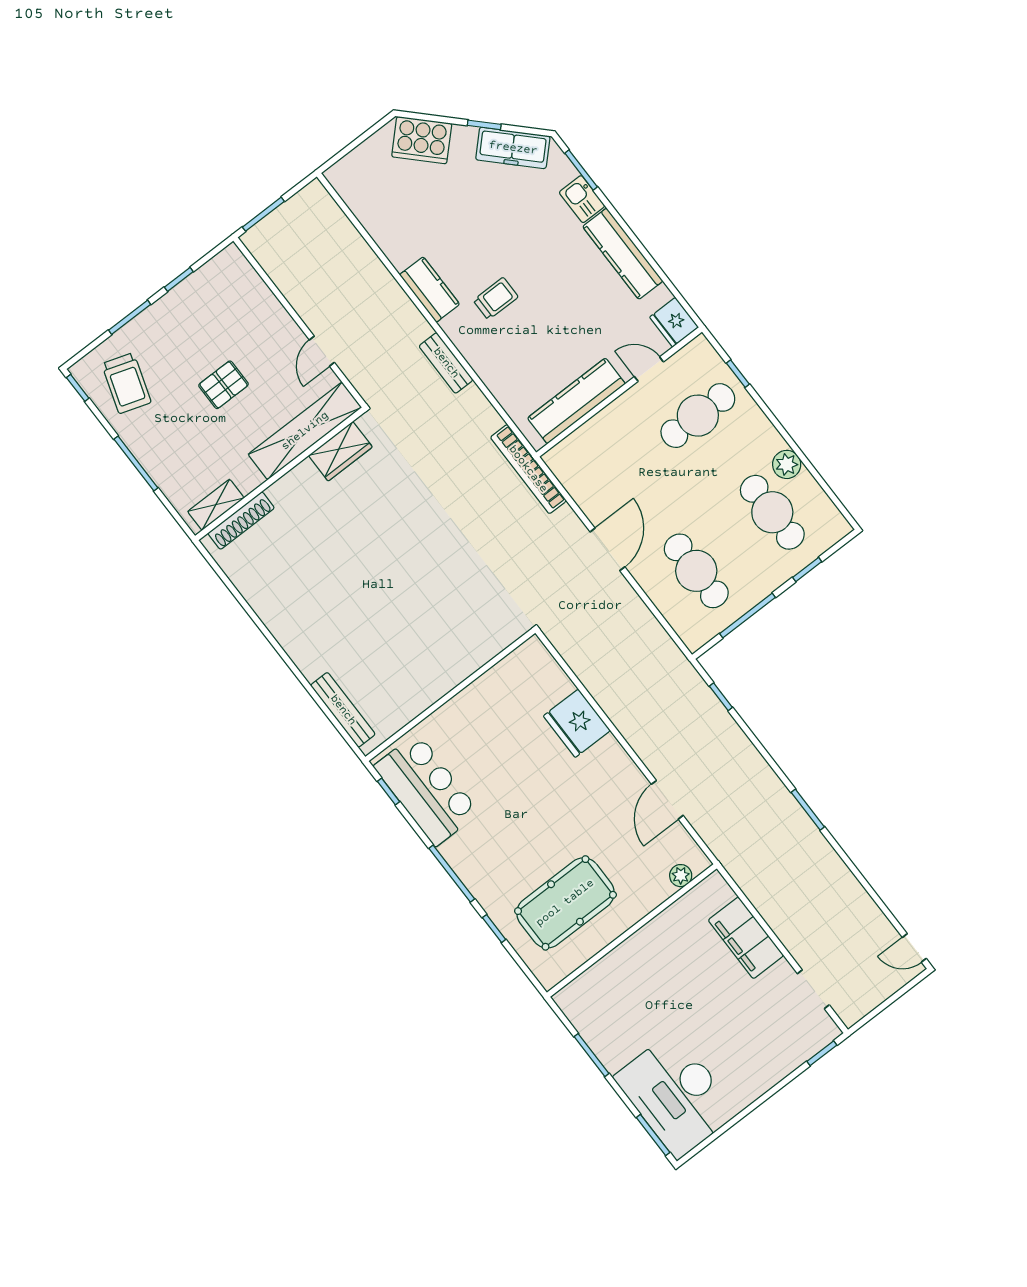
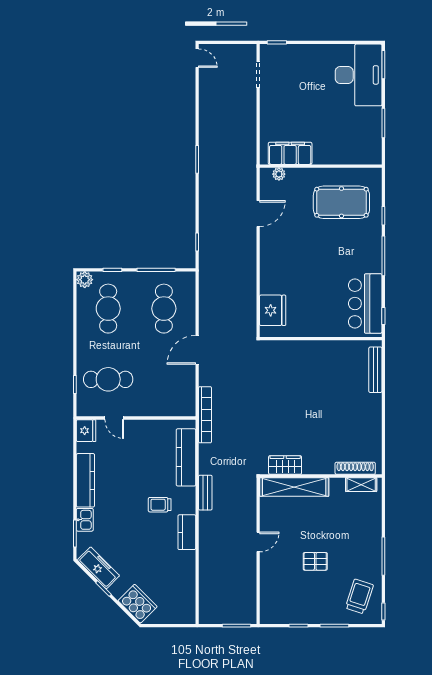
kitchen counter: (576, 401) -> (186, 457), moved, turned 90
shelving: (305, 431) -> (294, 487), moved
wardrobe: (340, 451) -> (285, 465), moved
plant: (787, 464) -> (85, 280), moved
wall: (280, 474) -> (321, 476), moved
shelving: (216, 505) -> (361, 485), moved
shoe rack: (241, 521) -> (355, 468), moved
fridge: (577, 723) -> (273, 310), moved
filing cabinet: (746, 938) -> (290, 153), moved, turned -90

